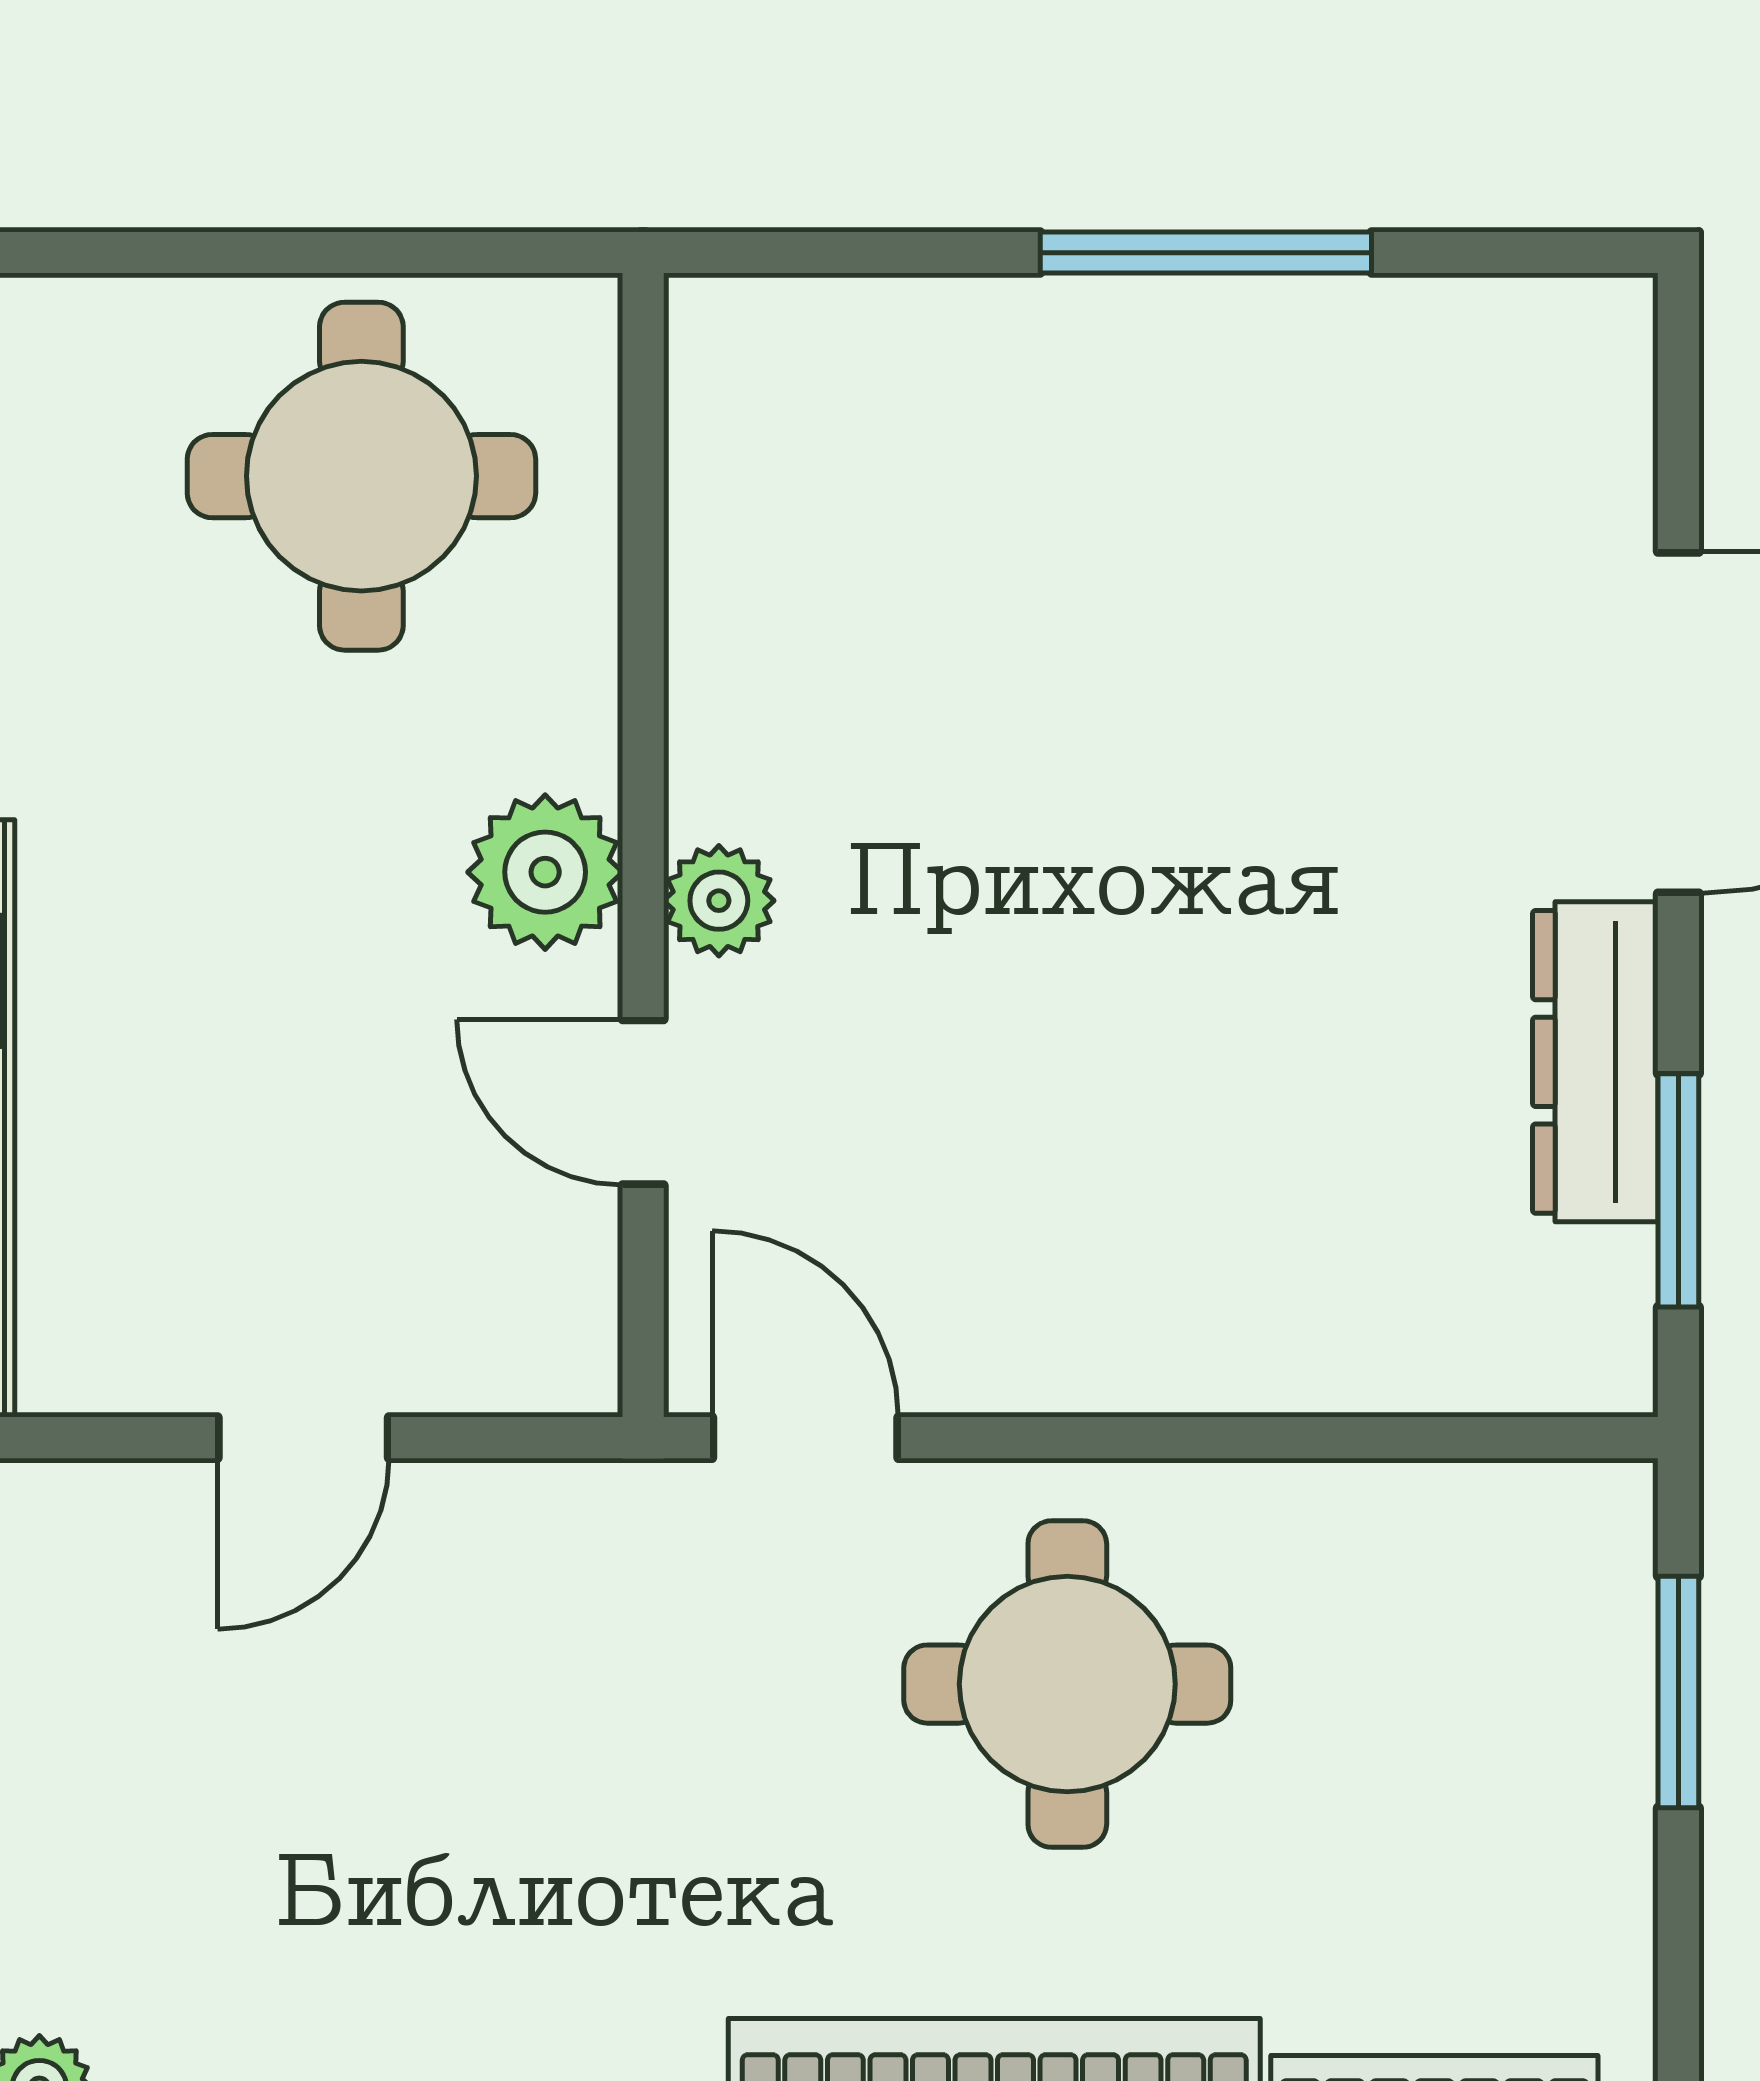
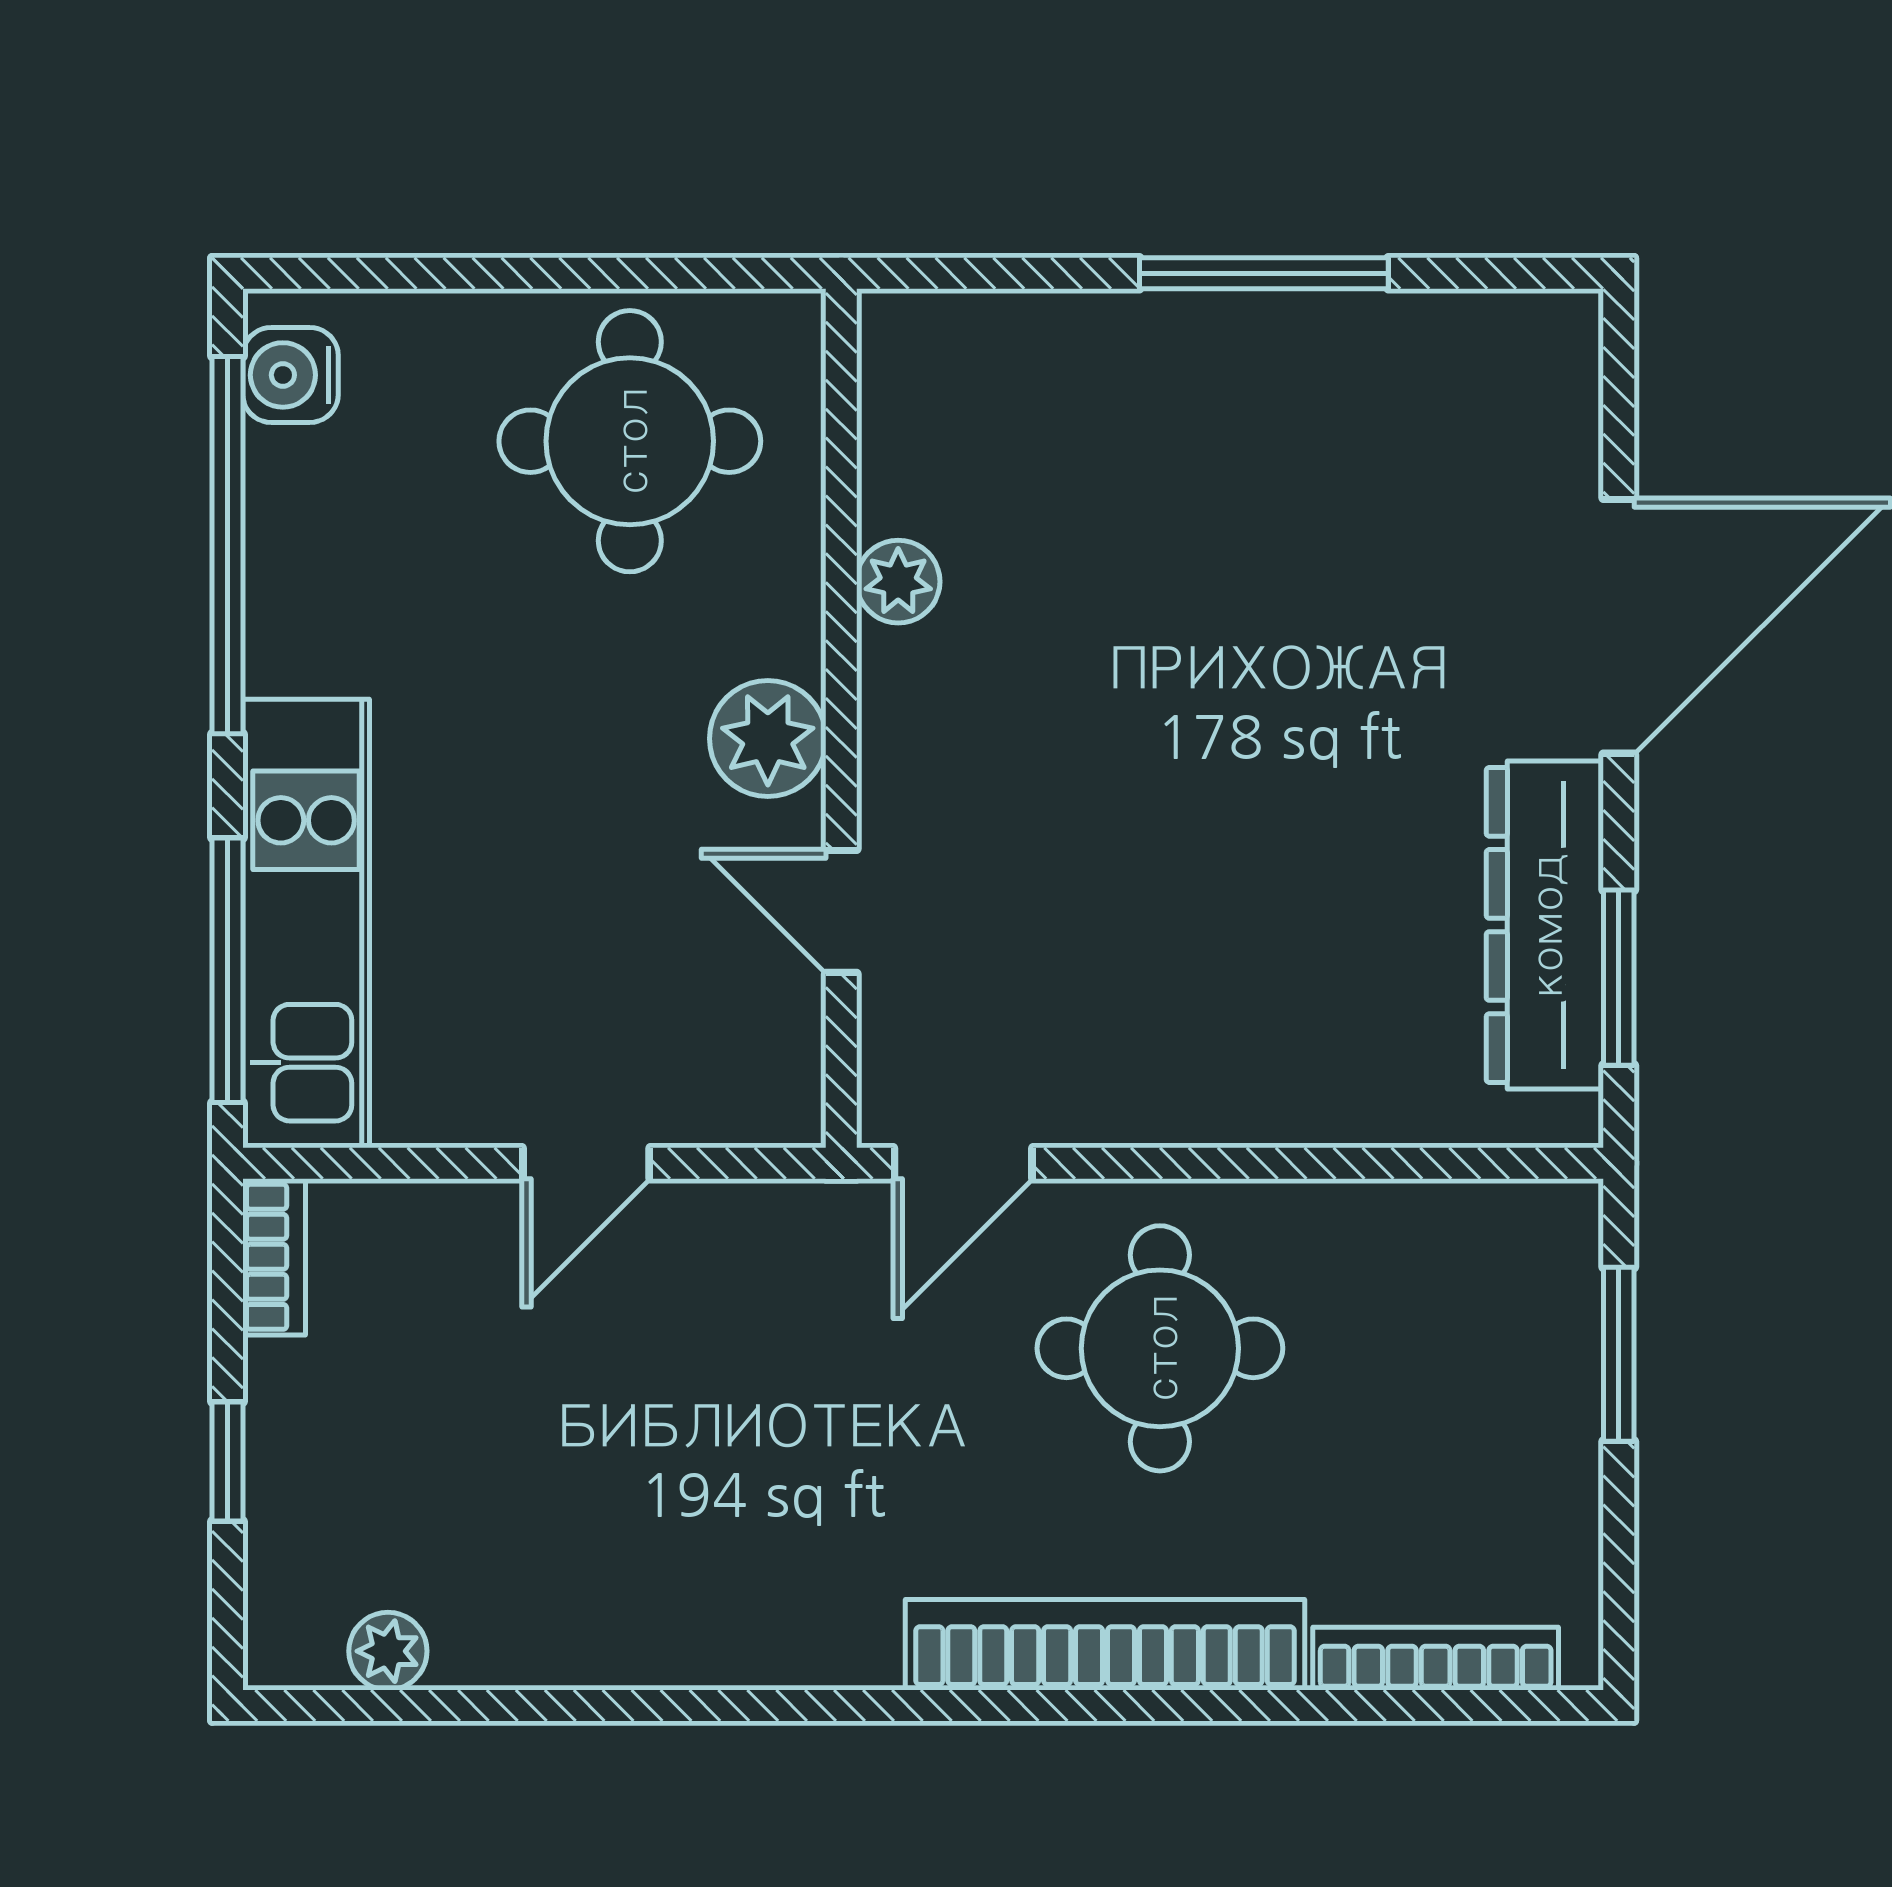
plant: (719, 901) -> (898, 582), moved
dresser: (1595, 1062) -> (1545, 925), width x1.37, depth x1.24
door: (805, 1438) -> (963, 1163), swing flipped

